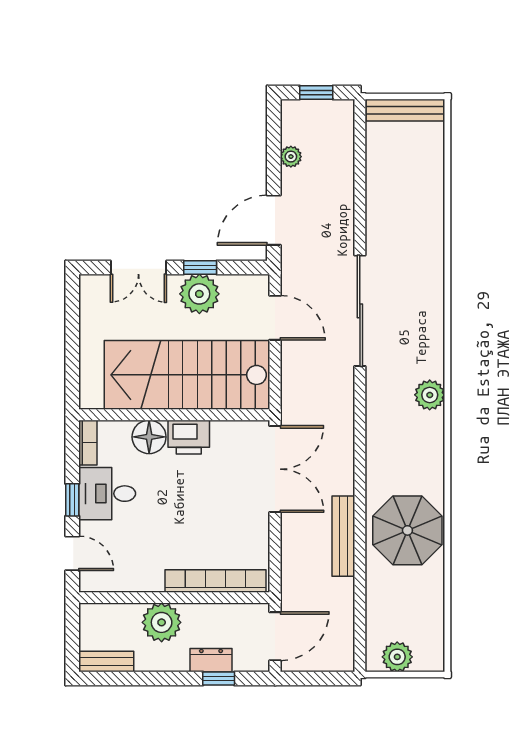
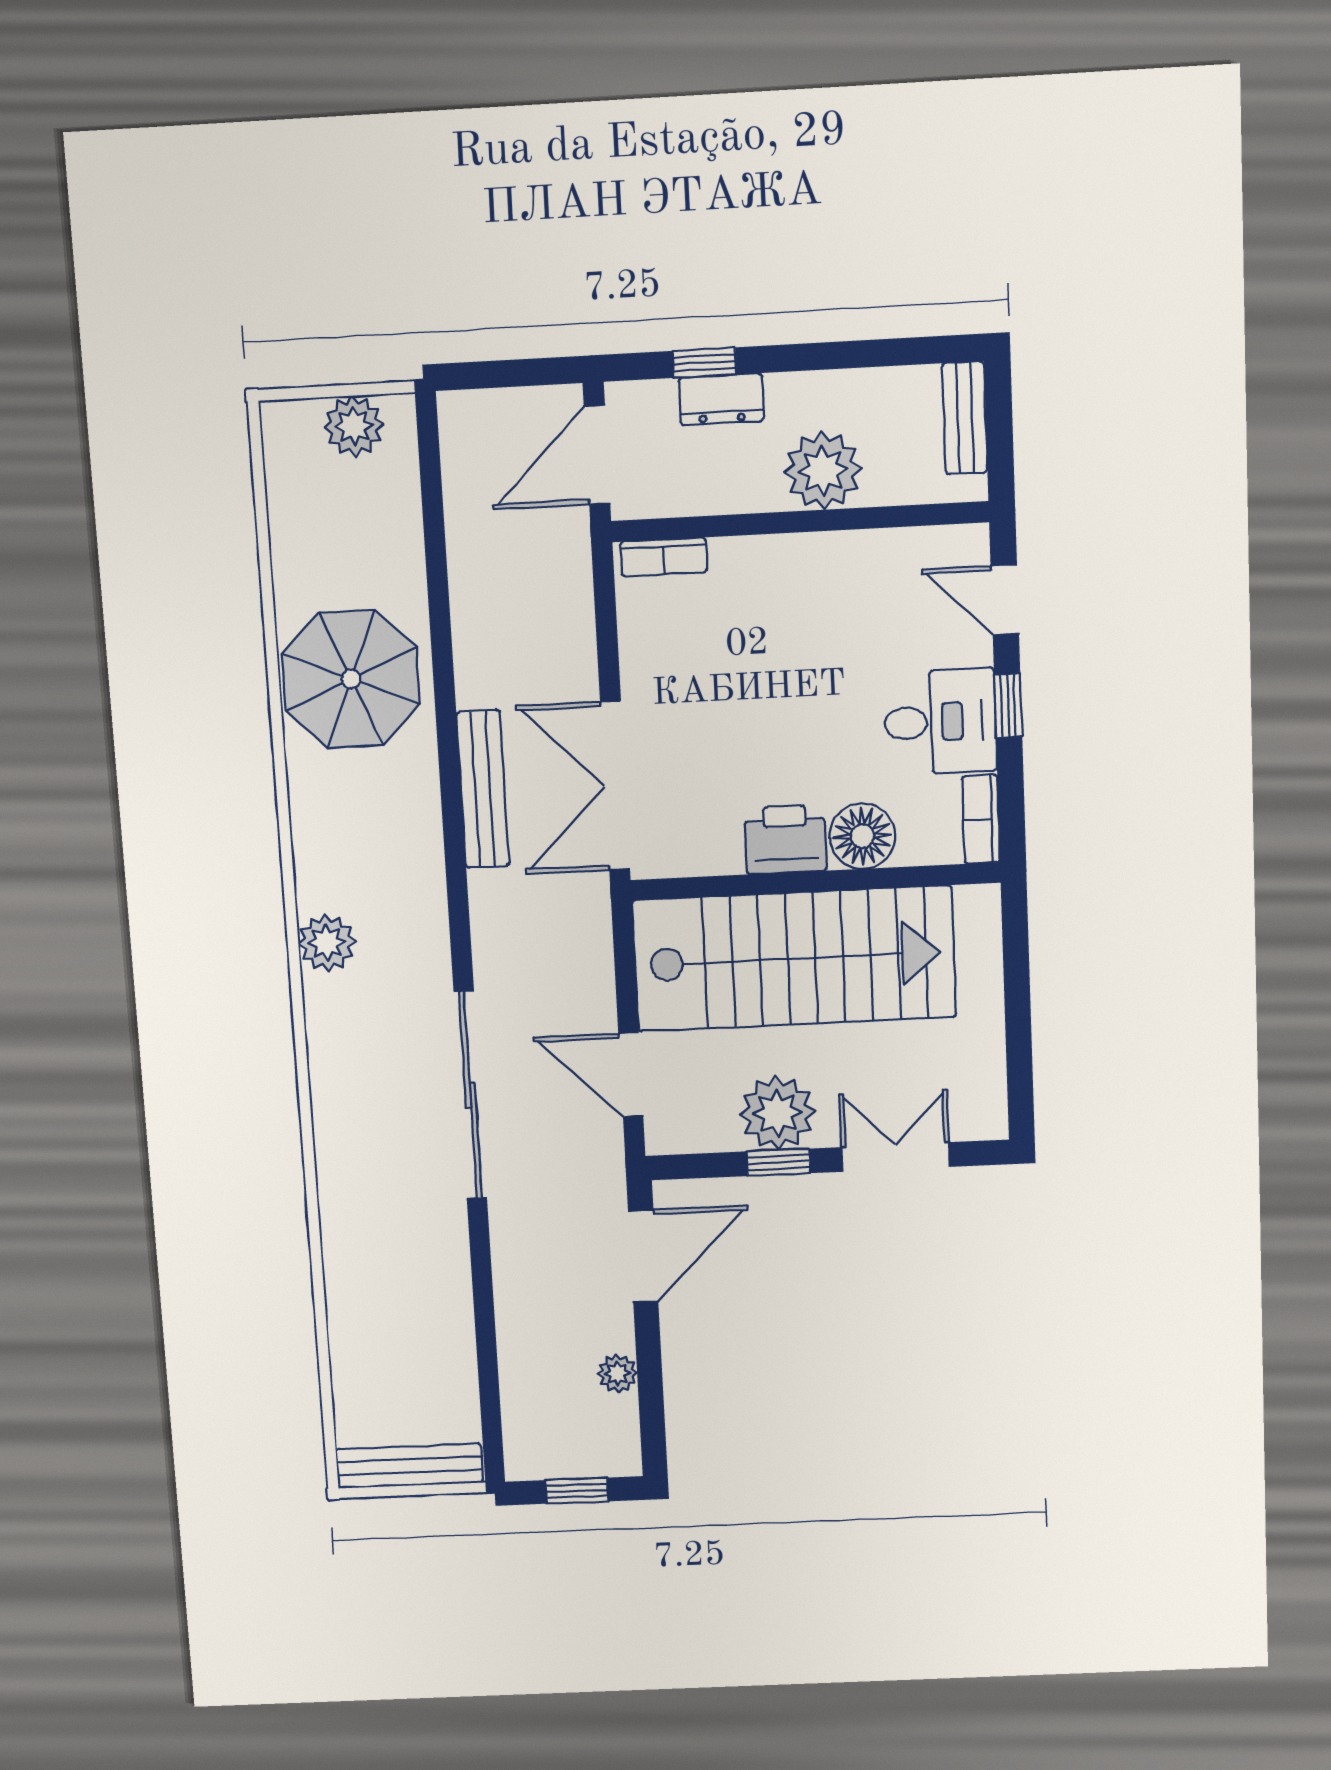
bench: (343, 536) -> (483, 789), moved
bookcase: (216, 581) -> (664, 557), width x0.43, depth x0.76
bench: (106, 661) -> (965, 418), moved, turned 90

